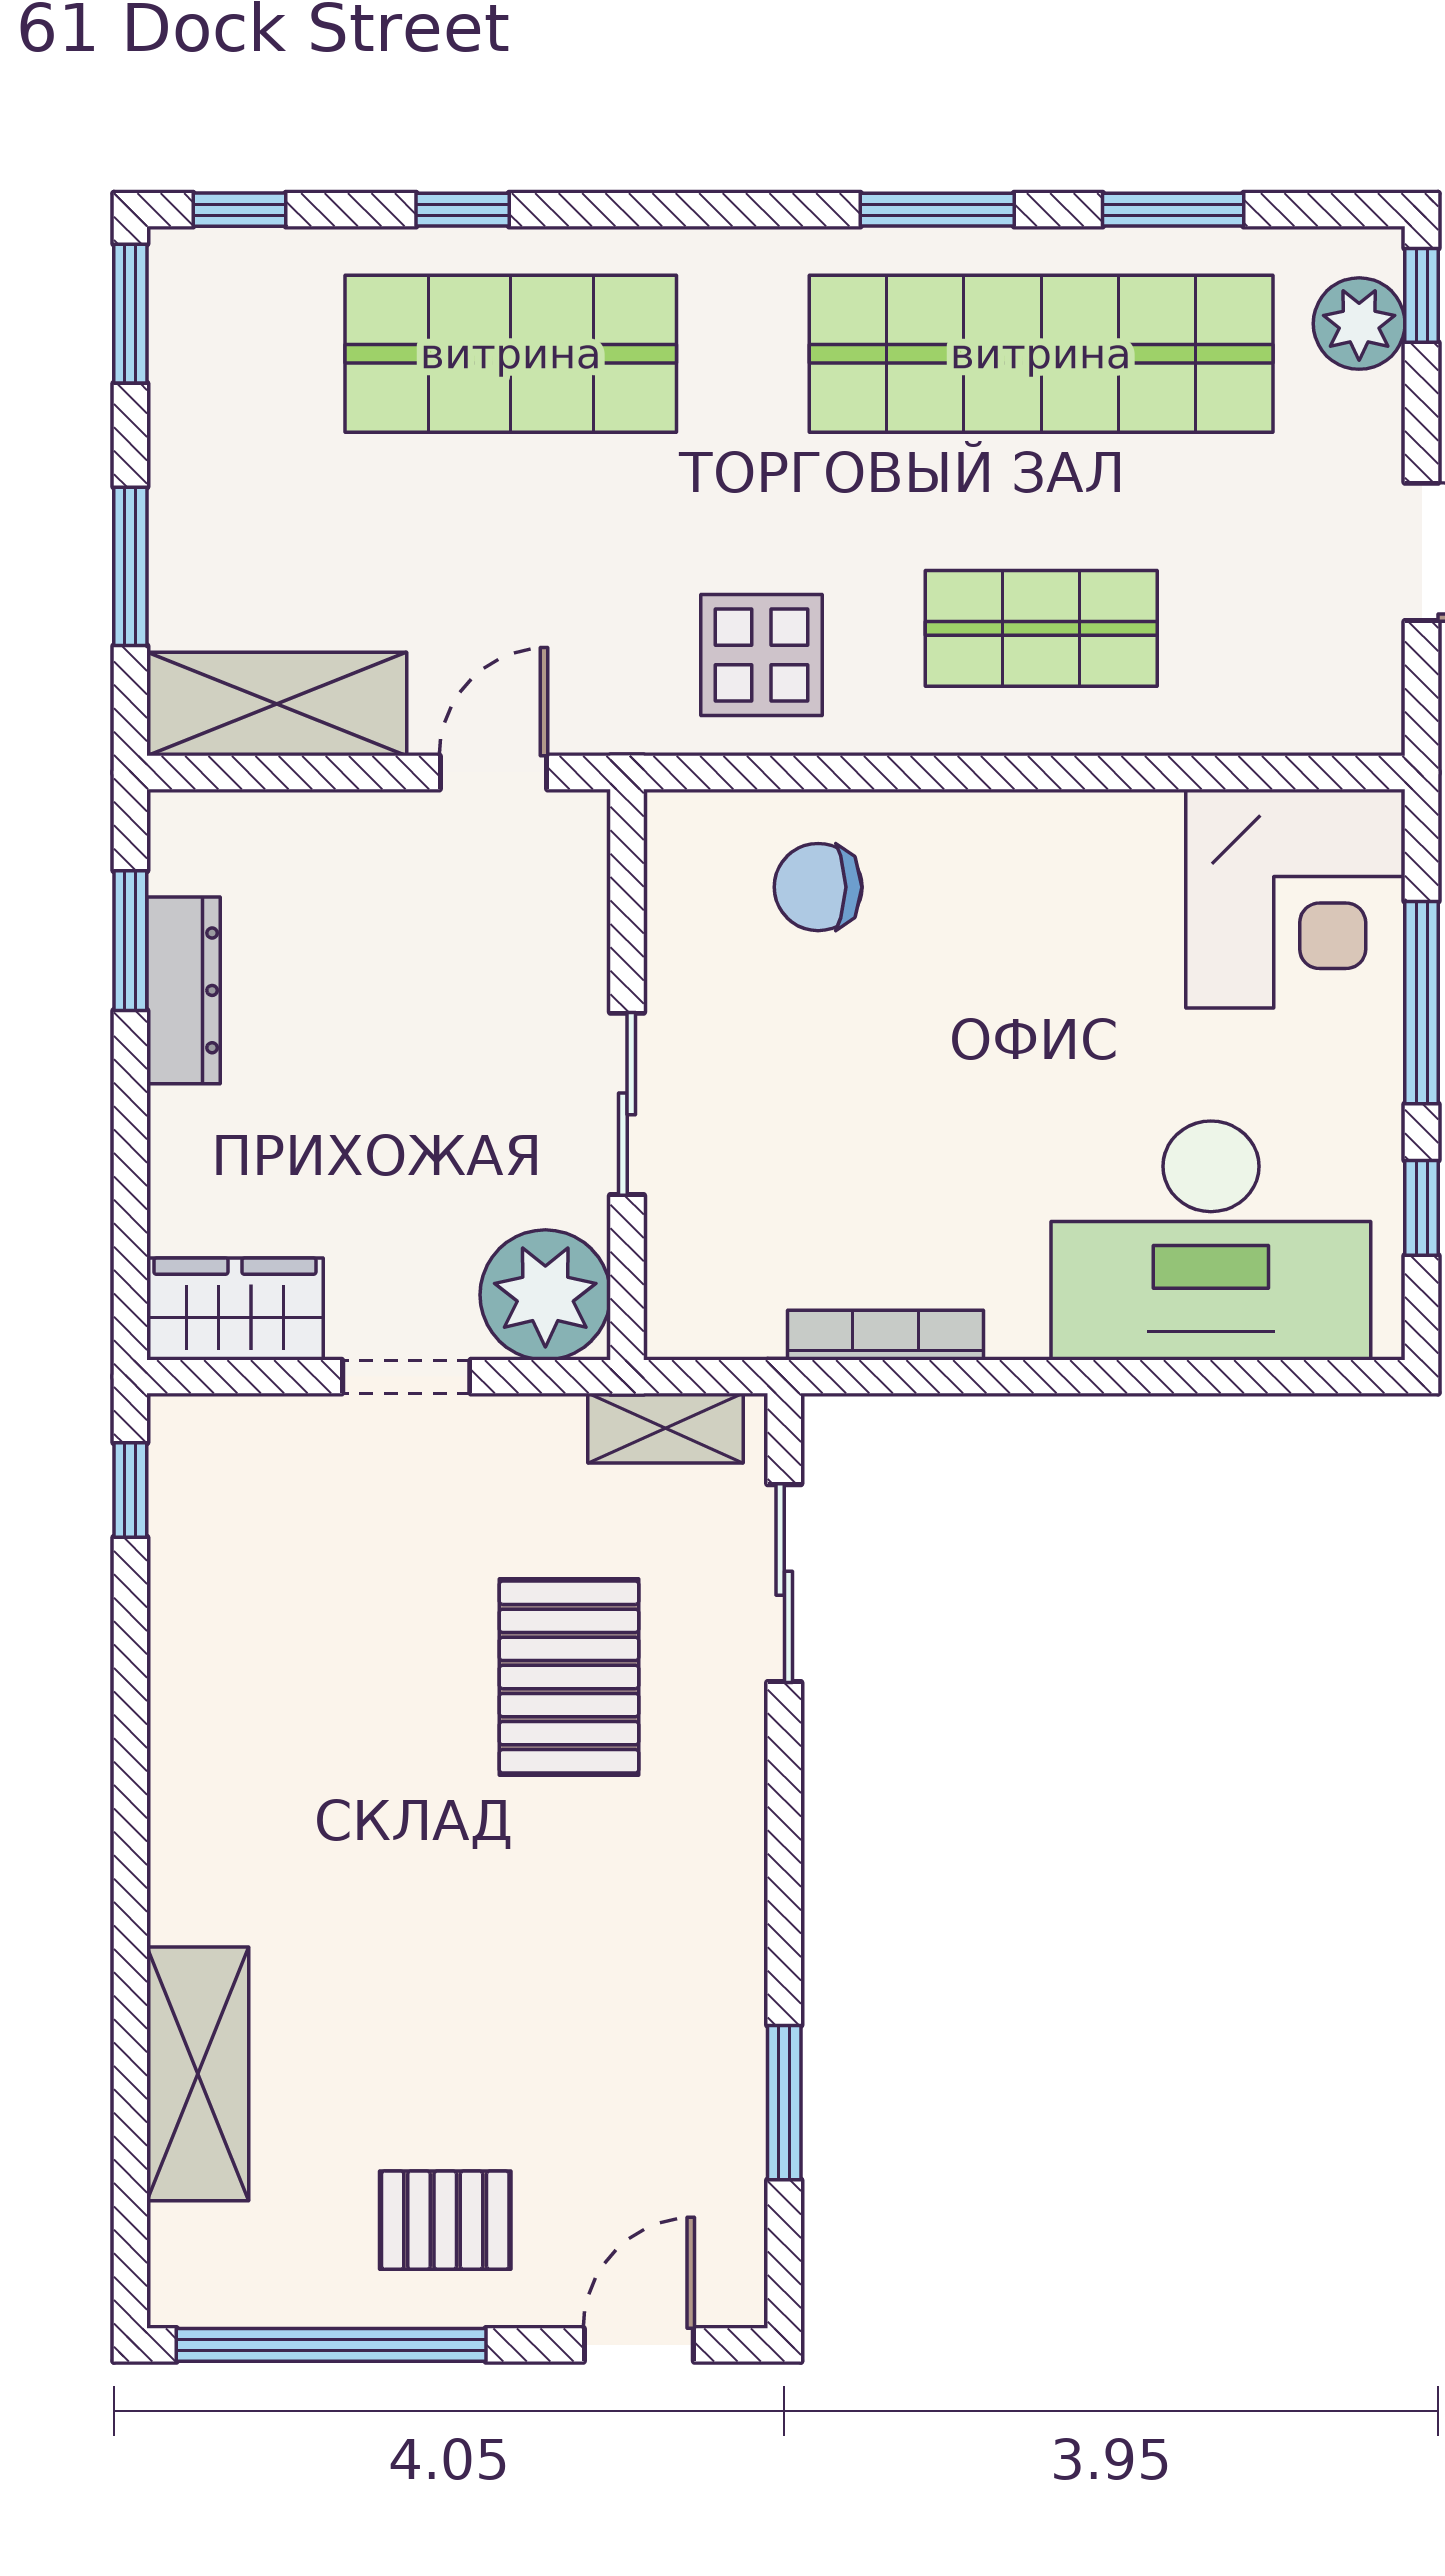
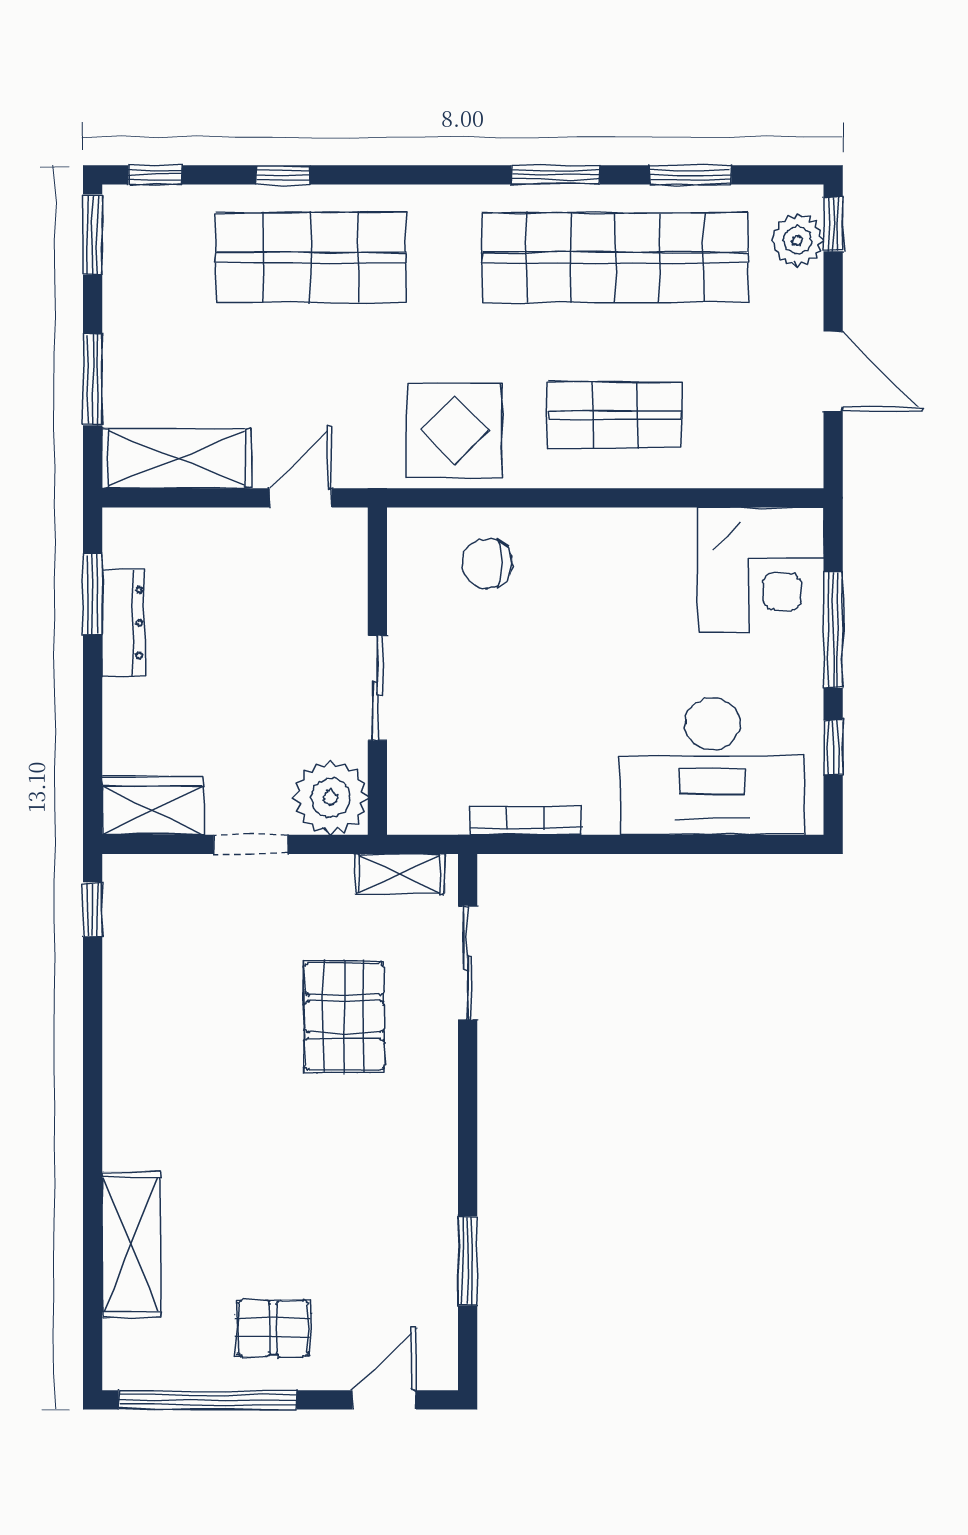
display table: (761, 655) -> (455, 430), width x1.36, depth x1.36

